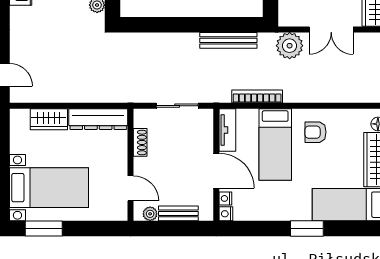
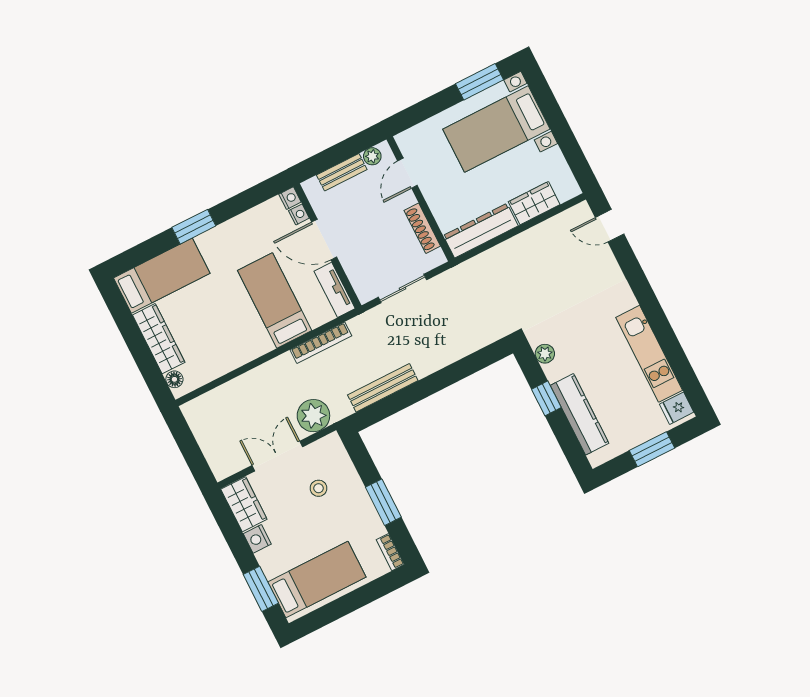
armchair: (315, 132) -> (238, 336), removed
shoe rack: (140, 142) -> (422, 228), width x1.43
door: (131, 188) -> (407, 173), hinge flipped

